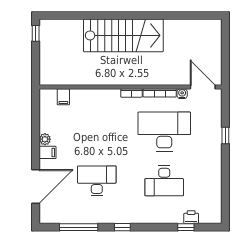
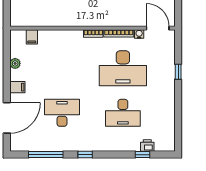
desk: (164, 132) -> (123, 68), turned 180
plant: (45, 139) -> (15, 63), moved

